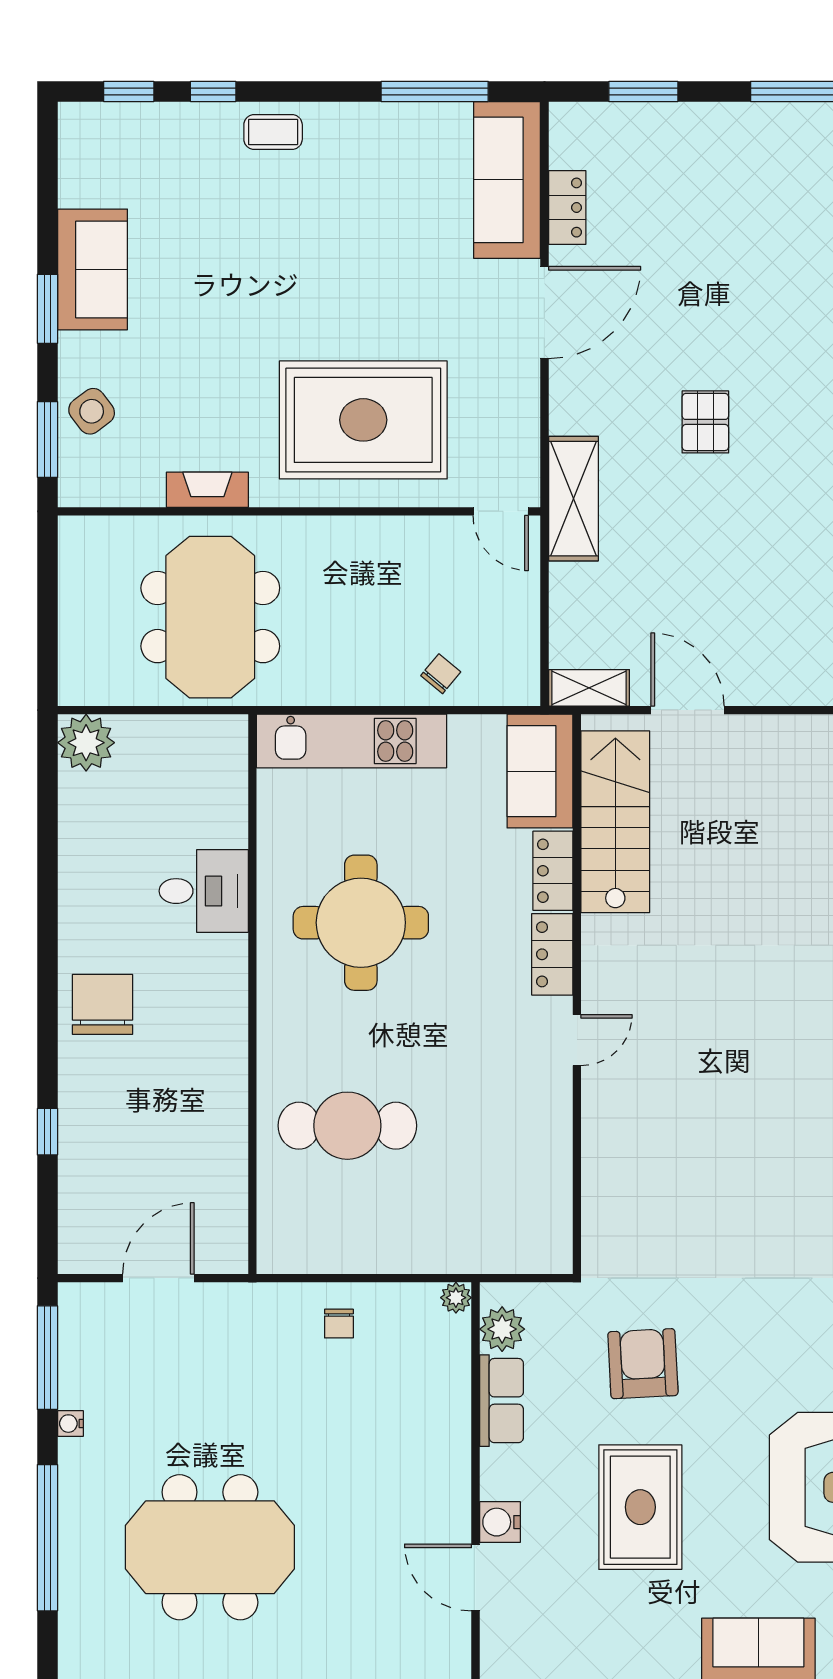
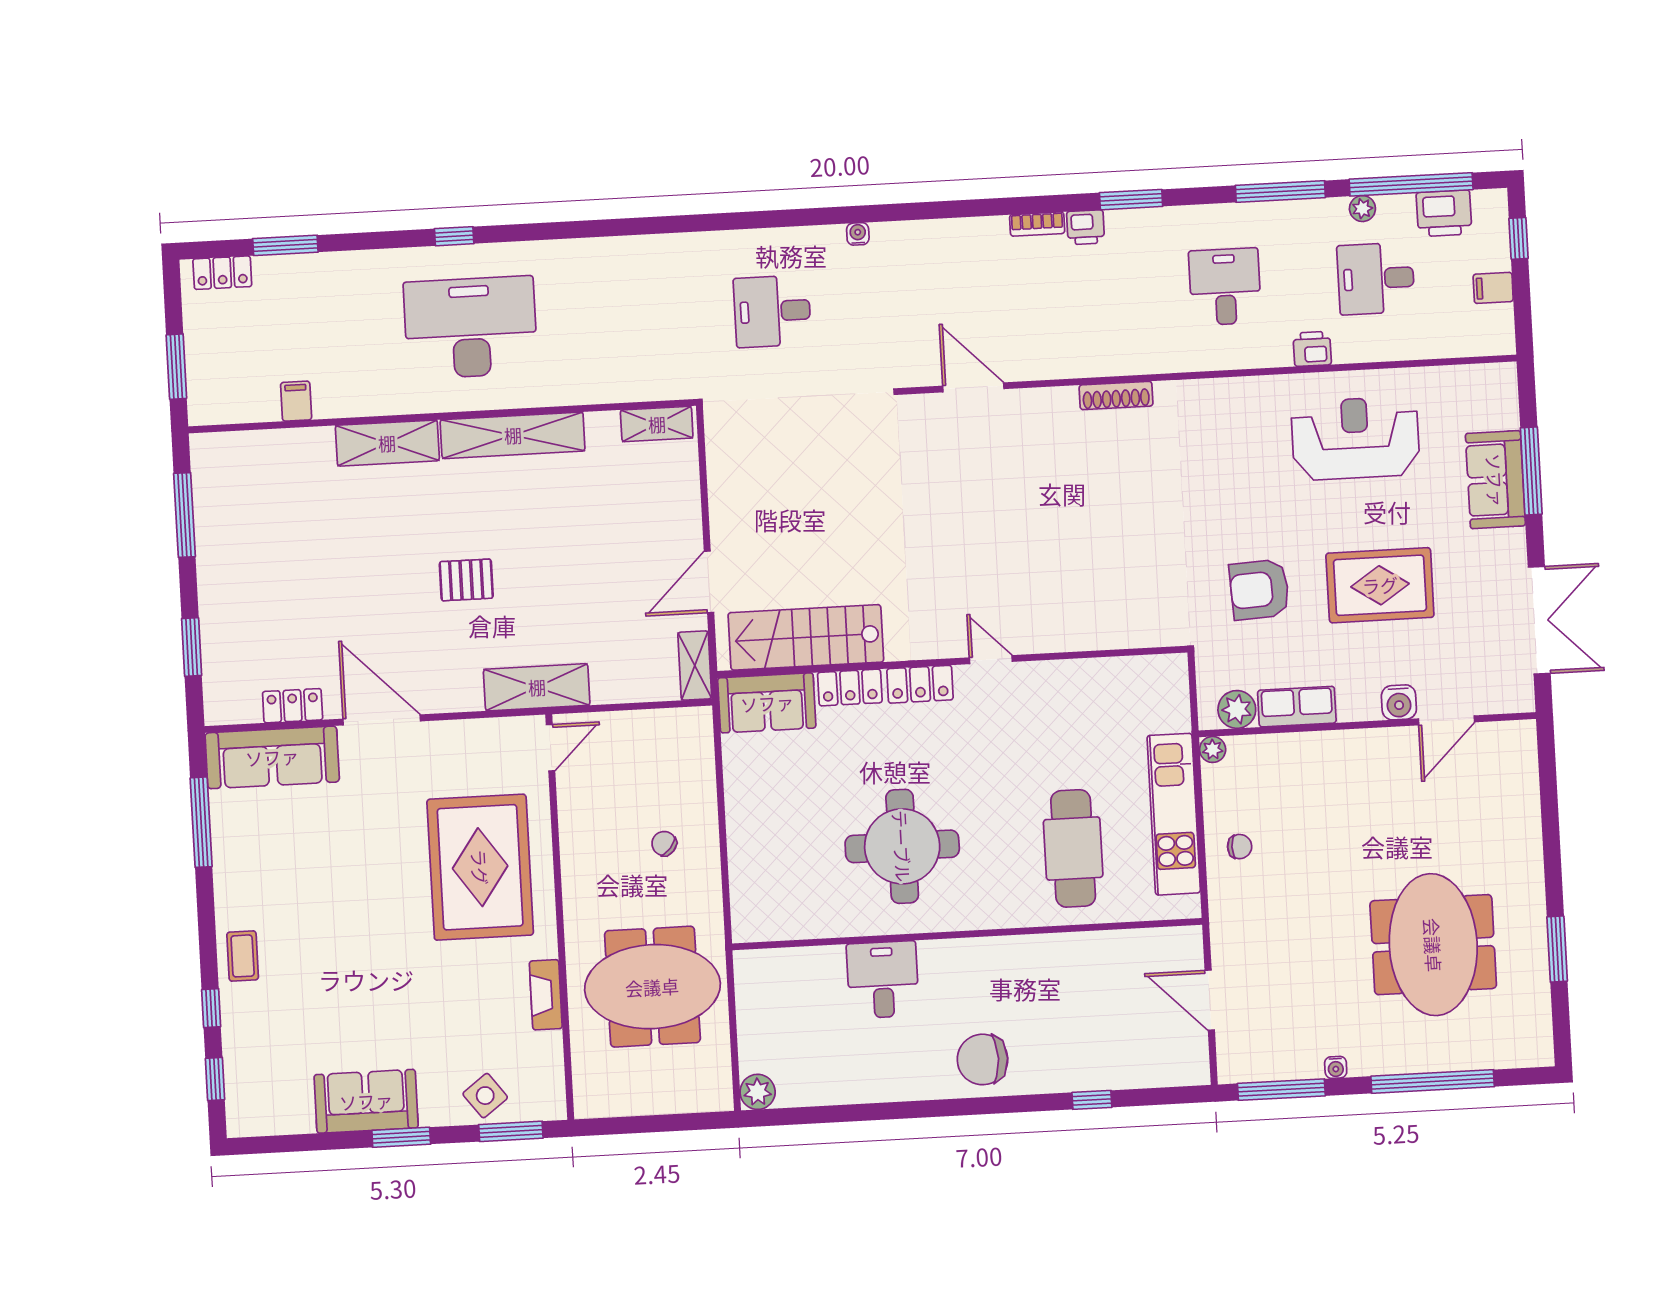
chair: (441, 674) -> (664, 844), moved
kitchen unit: (351, 741) -> (1174, 814), moved, turned 180
plant: (86, 743) -> (758, 1092), width x0.73, depth x0.73

